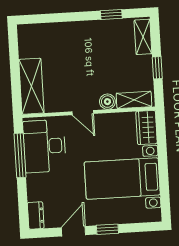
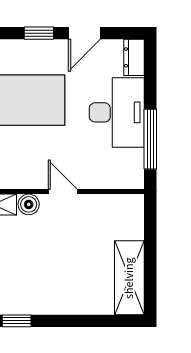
shelving: (31, 86) -> (129, 278), moved
desk: (44, 146) -> (117, 112), moved

